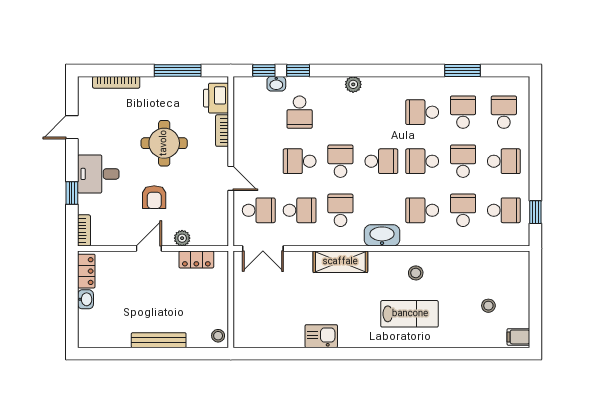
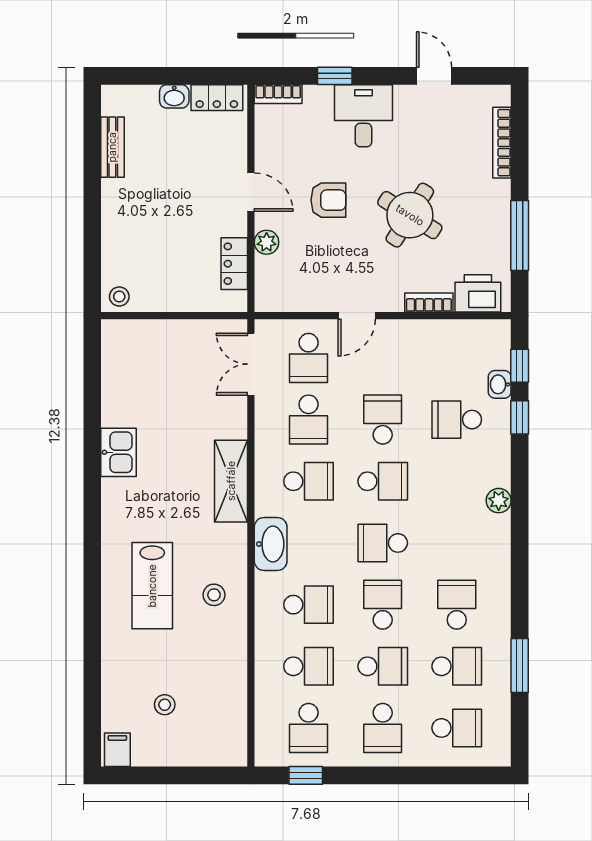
round table: (164, 143) -> (410, 215), turned 32
school desk: (381, 161) -> (383, 543), turned 90
armchair: (154, 197) -> (328, 200), turned 180
school desk: (422, 210) -> (309, 605), turned 90
bench: (159, 340) -> (112, 147), moved, width x0.73

